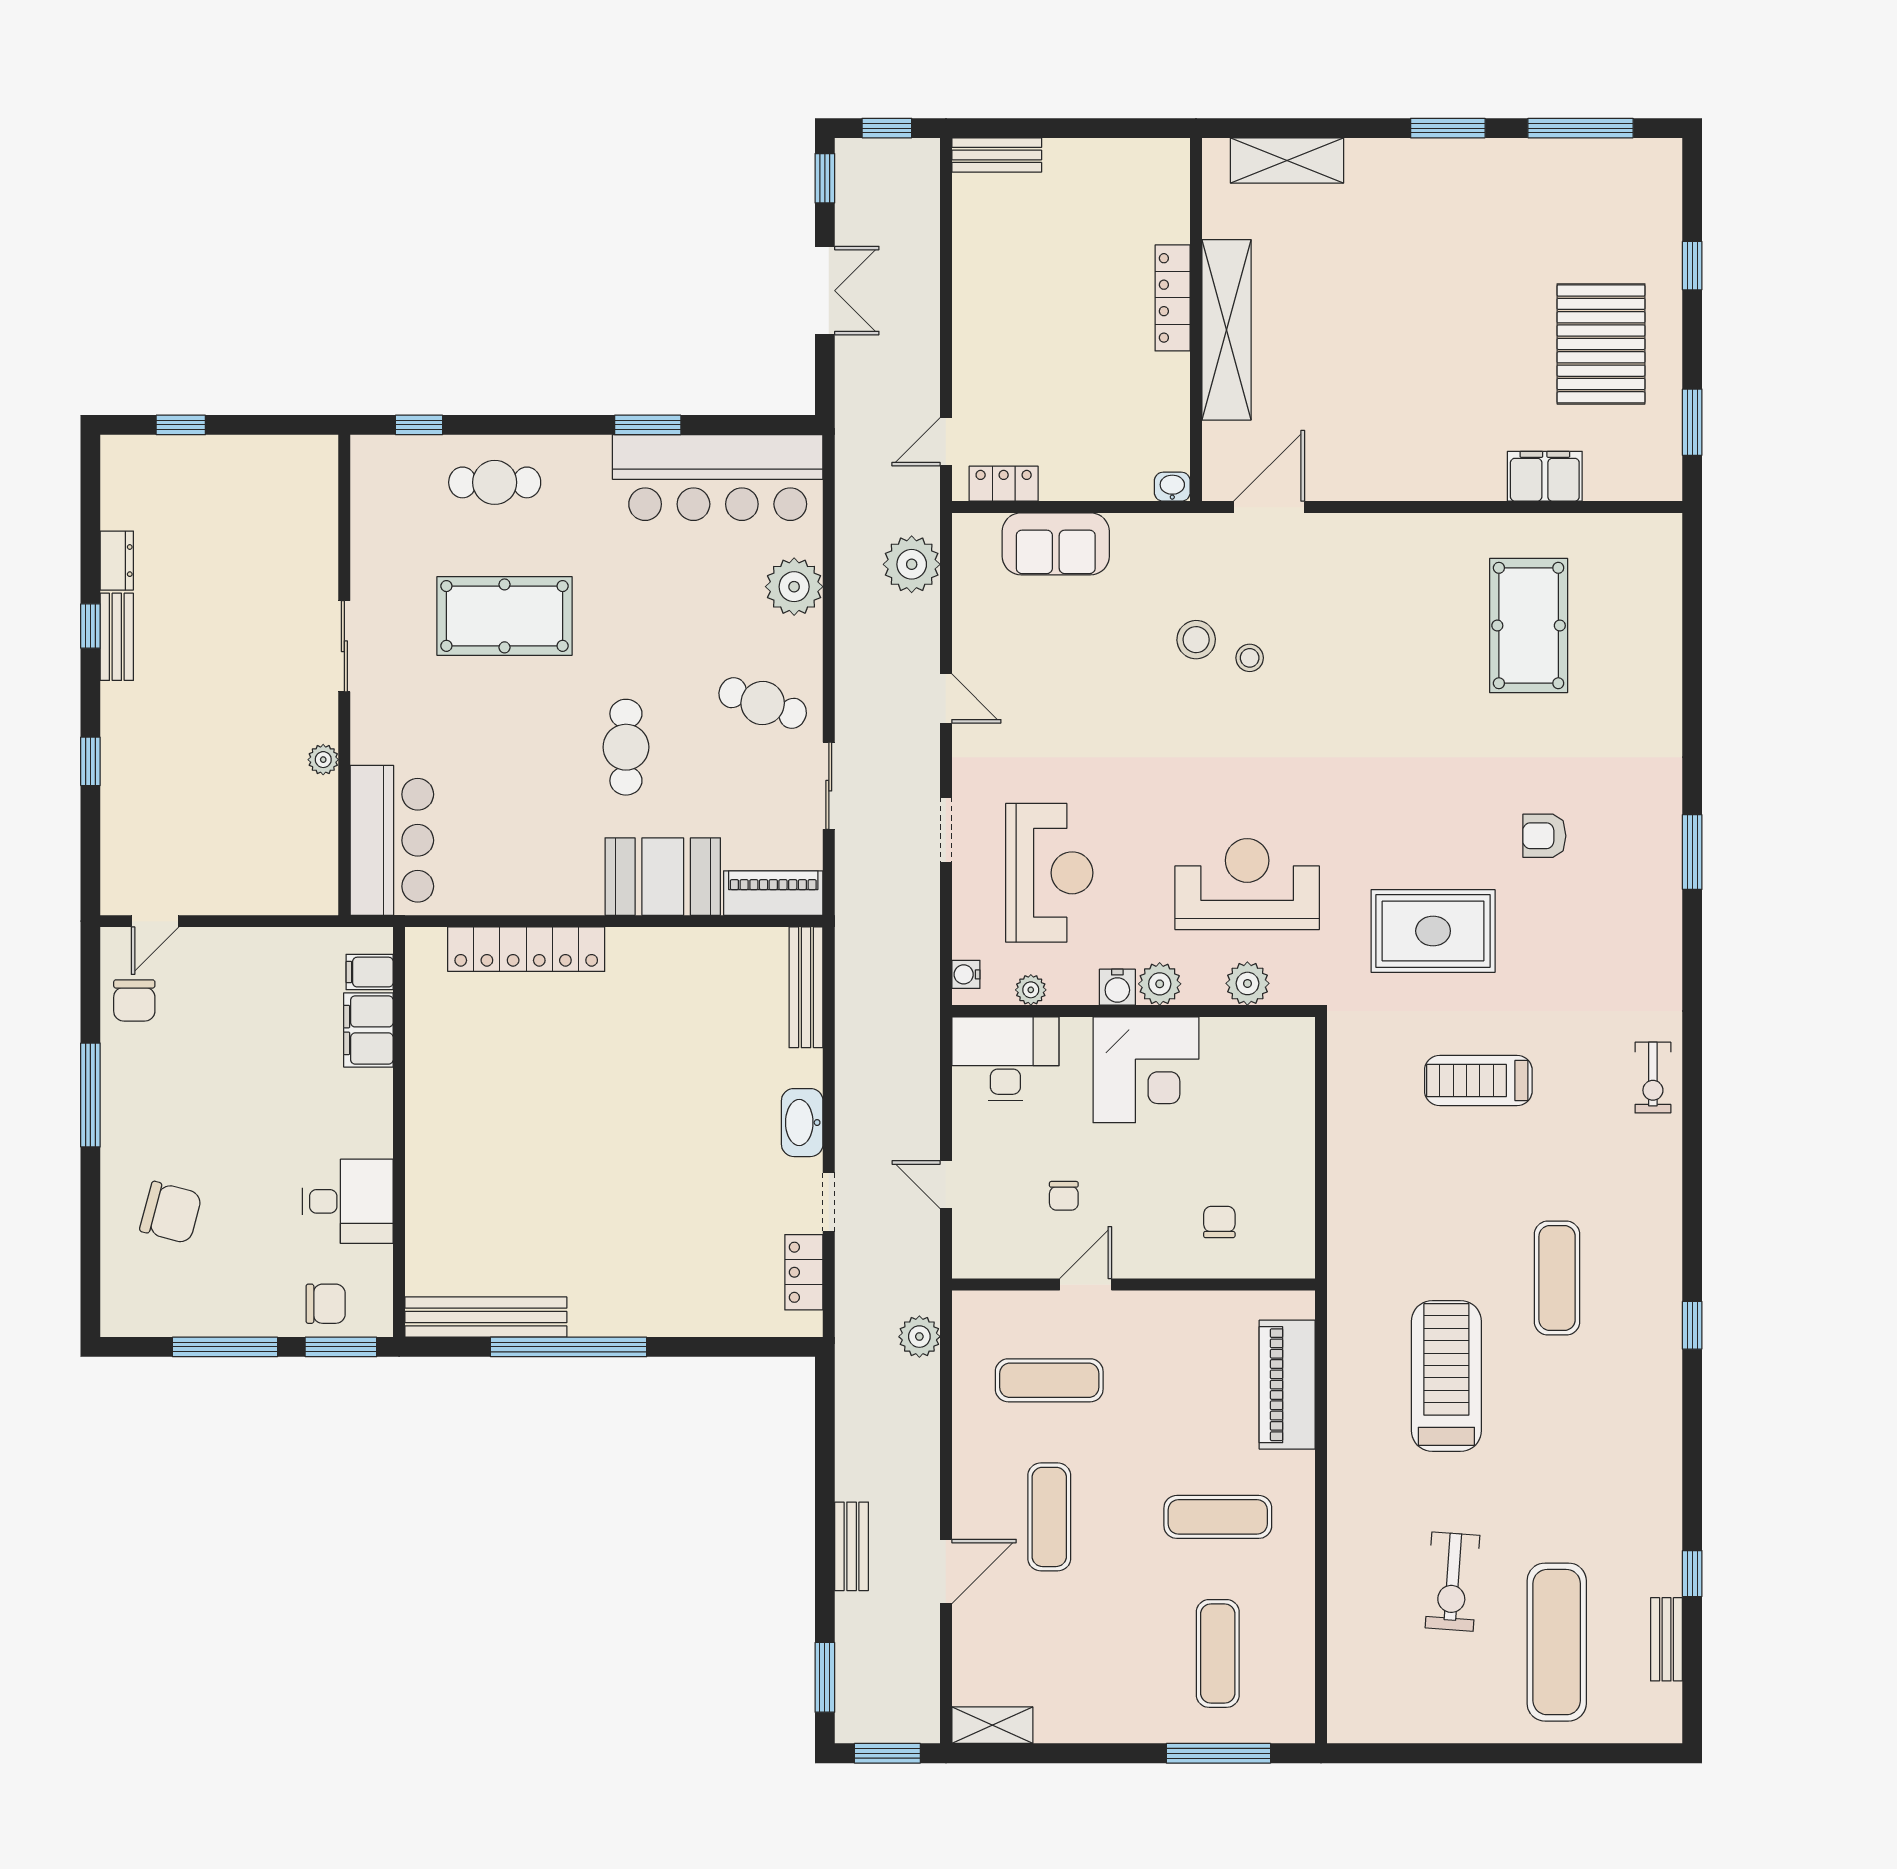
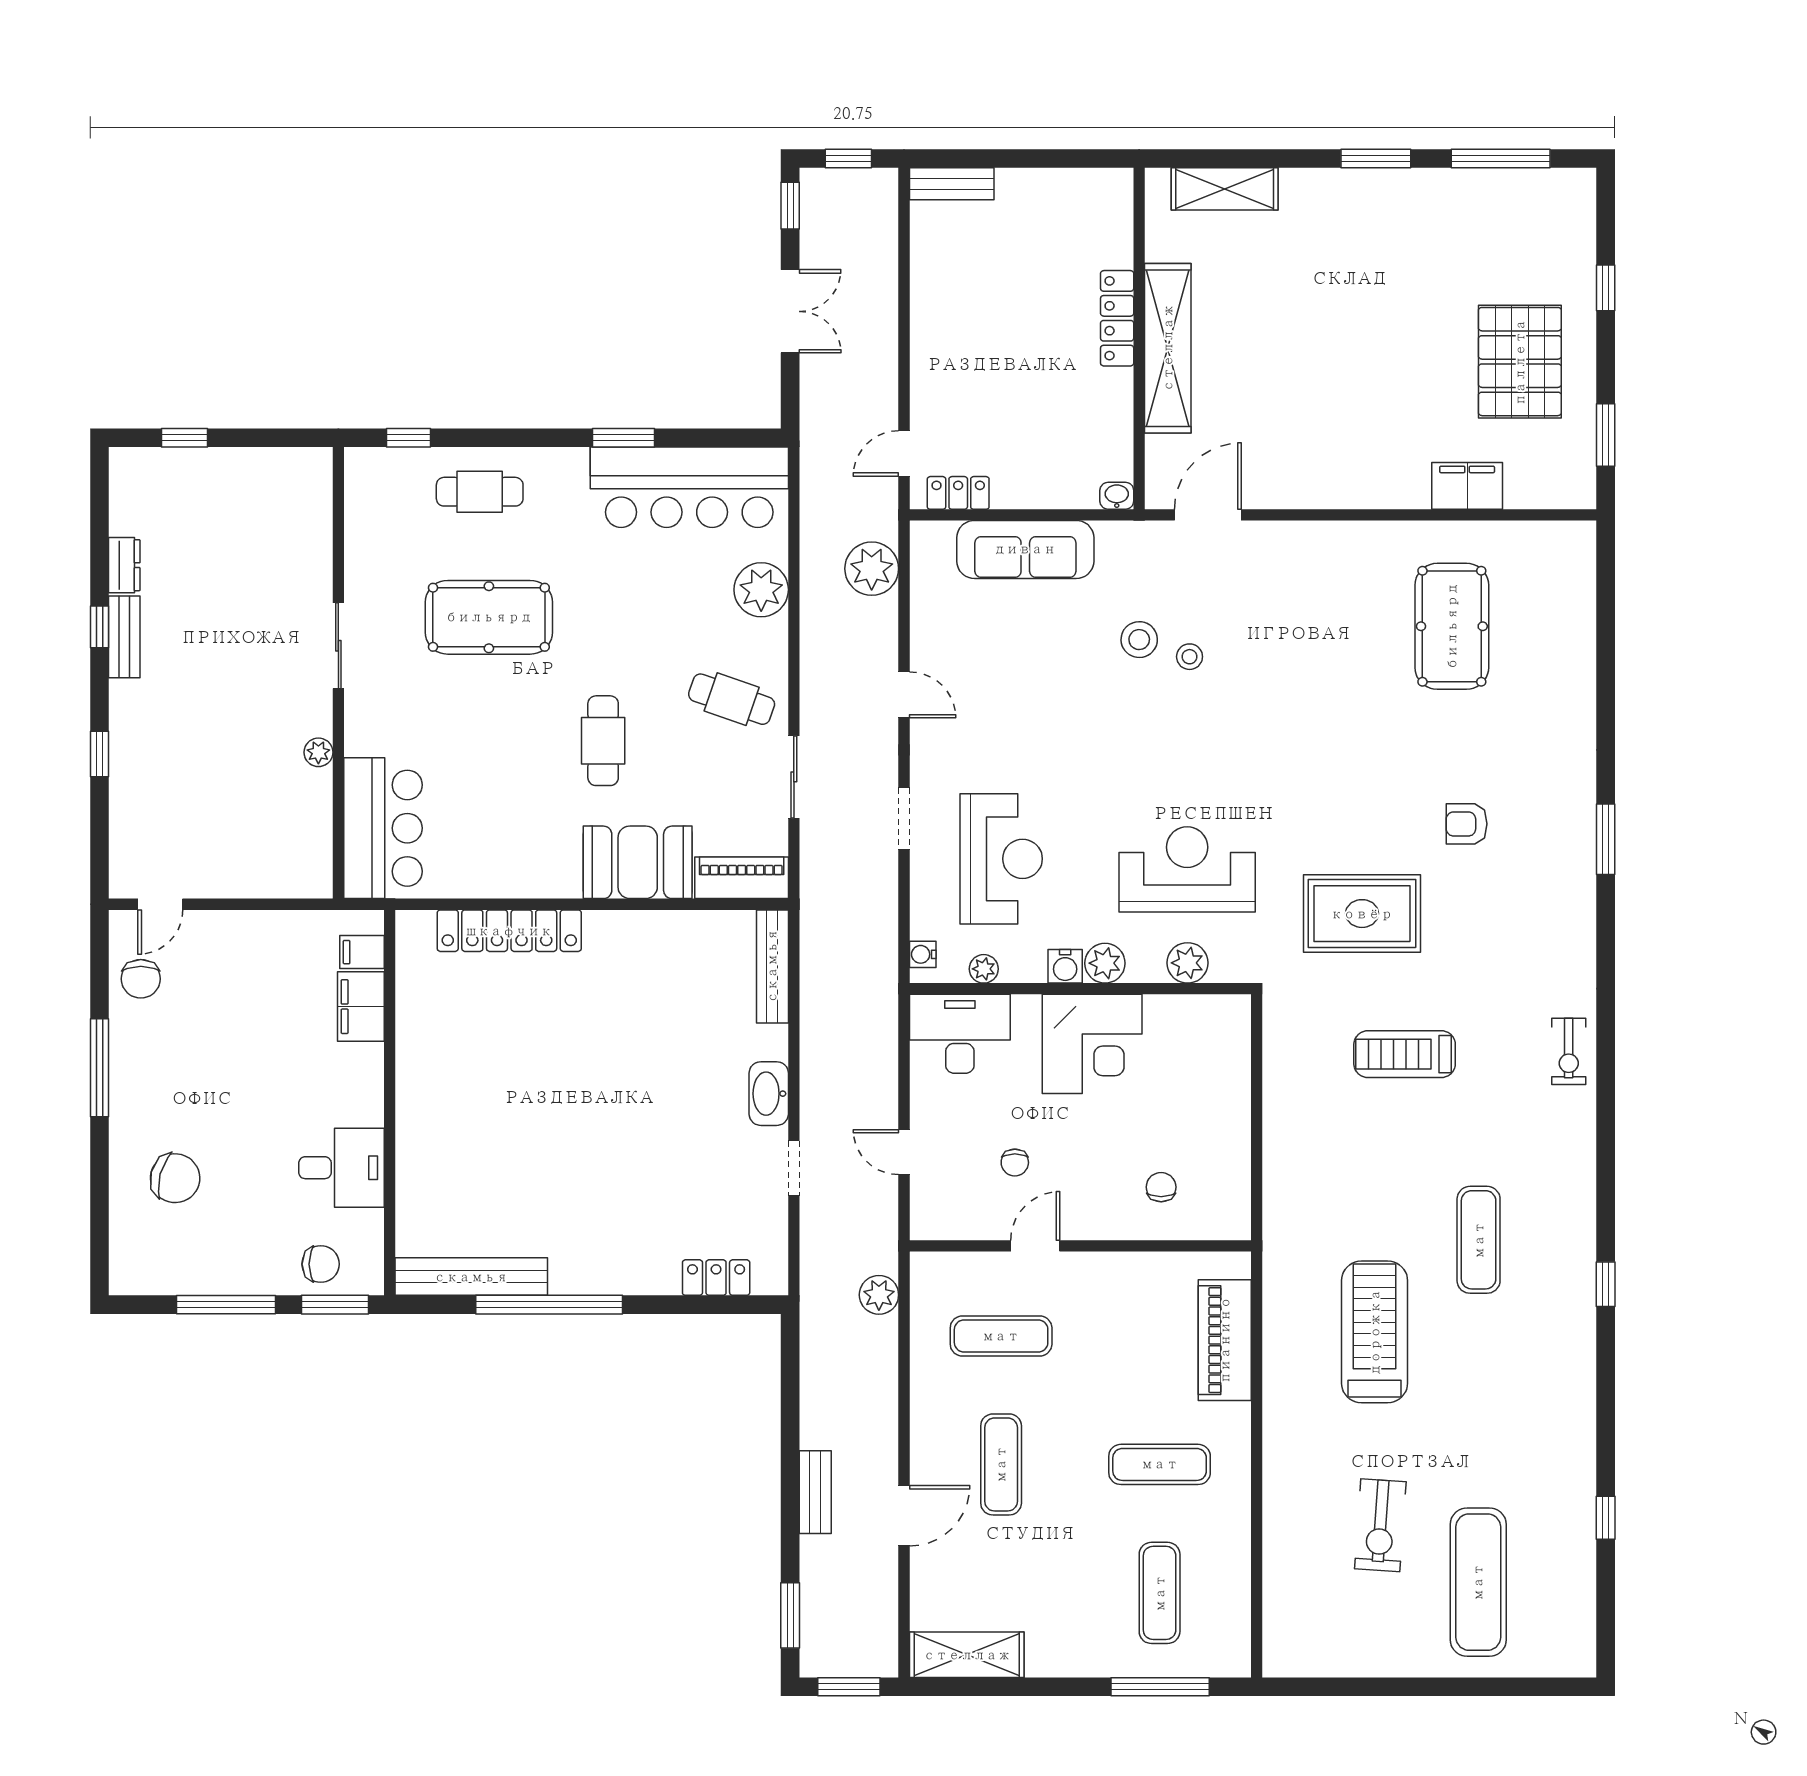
sofa: (1056, 544) -> (1025, 549), width x1.36
locker: (804, 1272) -> (716, 1278), moved, turned 90
bench: (1666, 1639) -> (1581, 1580), removed
shelving: (992, 1725) -> (967, 1655), width x1.50, depth x1.33

